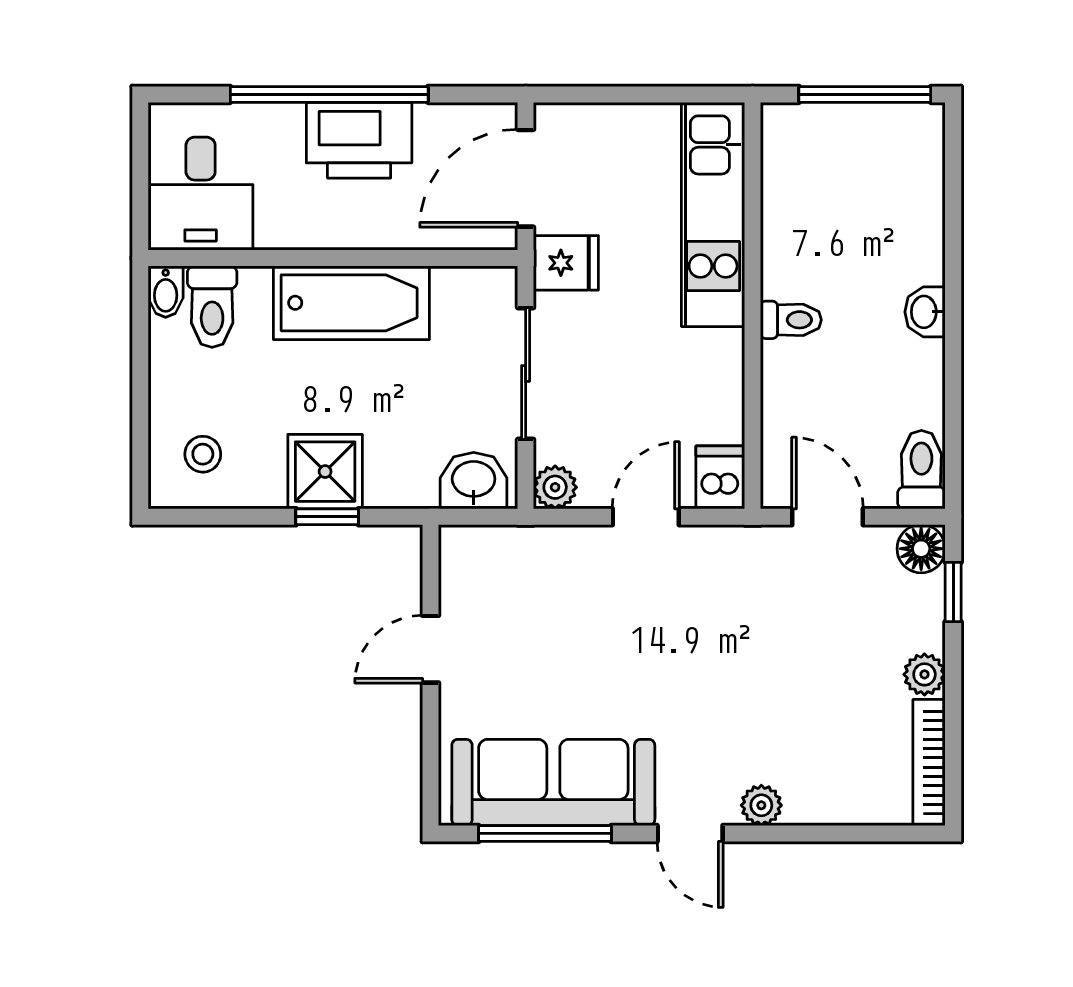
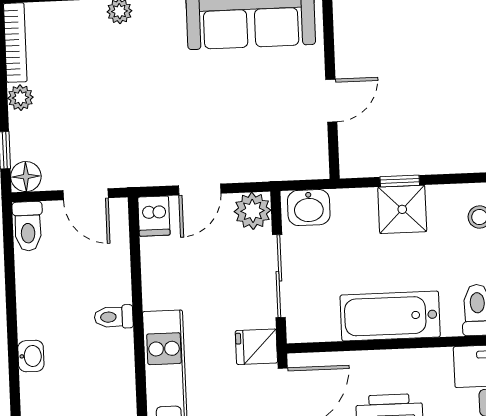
washbasin: (925, 312) -> (31, 356), moved
plant: (555, 487) -> (253, 211), width x1.38, depth x1.38

